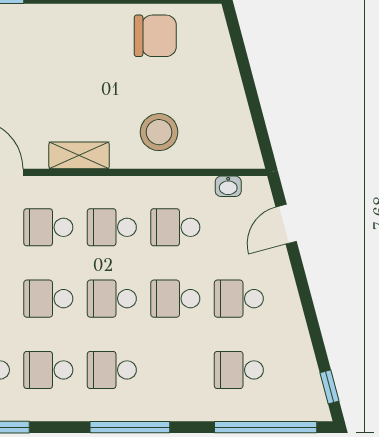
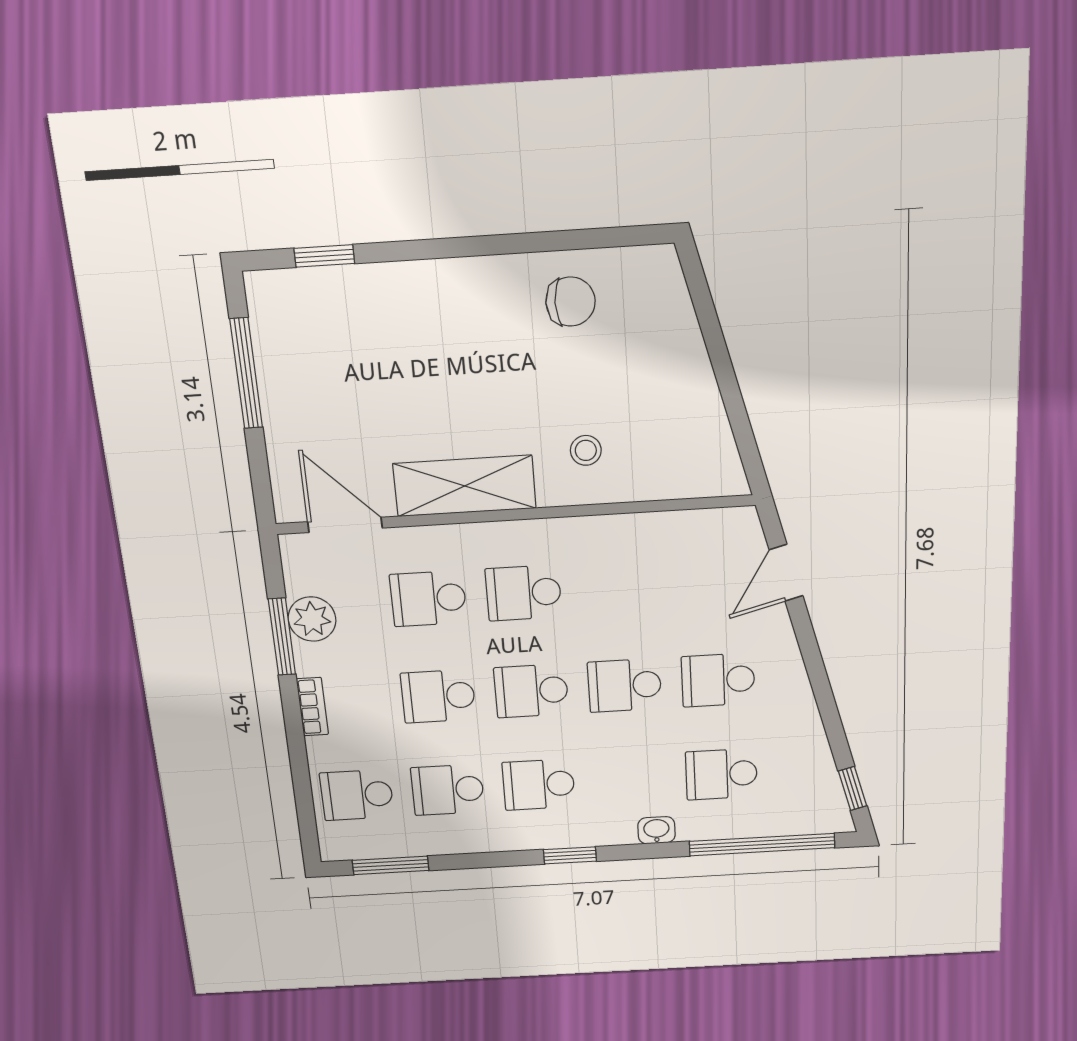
chair: (155, 36) -> (571, 302), width x0.73, depth x0.73
stool: (159, 132) -> (586, 450), width x0.53, depth x0.53
shelving: (79, 155) -> (465, 486), width x1.50, depth x1.33
washbasin: (228, 186) -> (656, 830), moved, turned 180
school desk: (175, 227) -> (619, 587), removed
window: (130, 427) -> (570, 855), width x0.46

